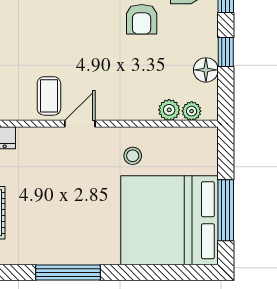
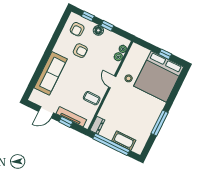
floor lamp: (206, 70) -> (98, 30), moved
door: (80, 124) -> (112, 82), moved
window: (226, 210) -> (165, 54), width x0.46

